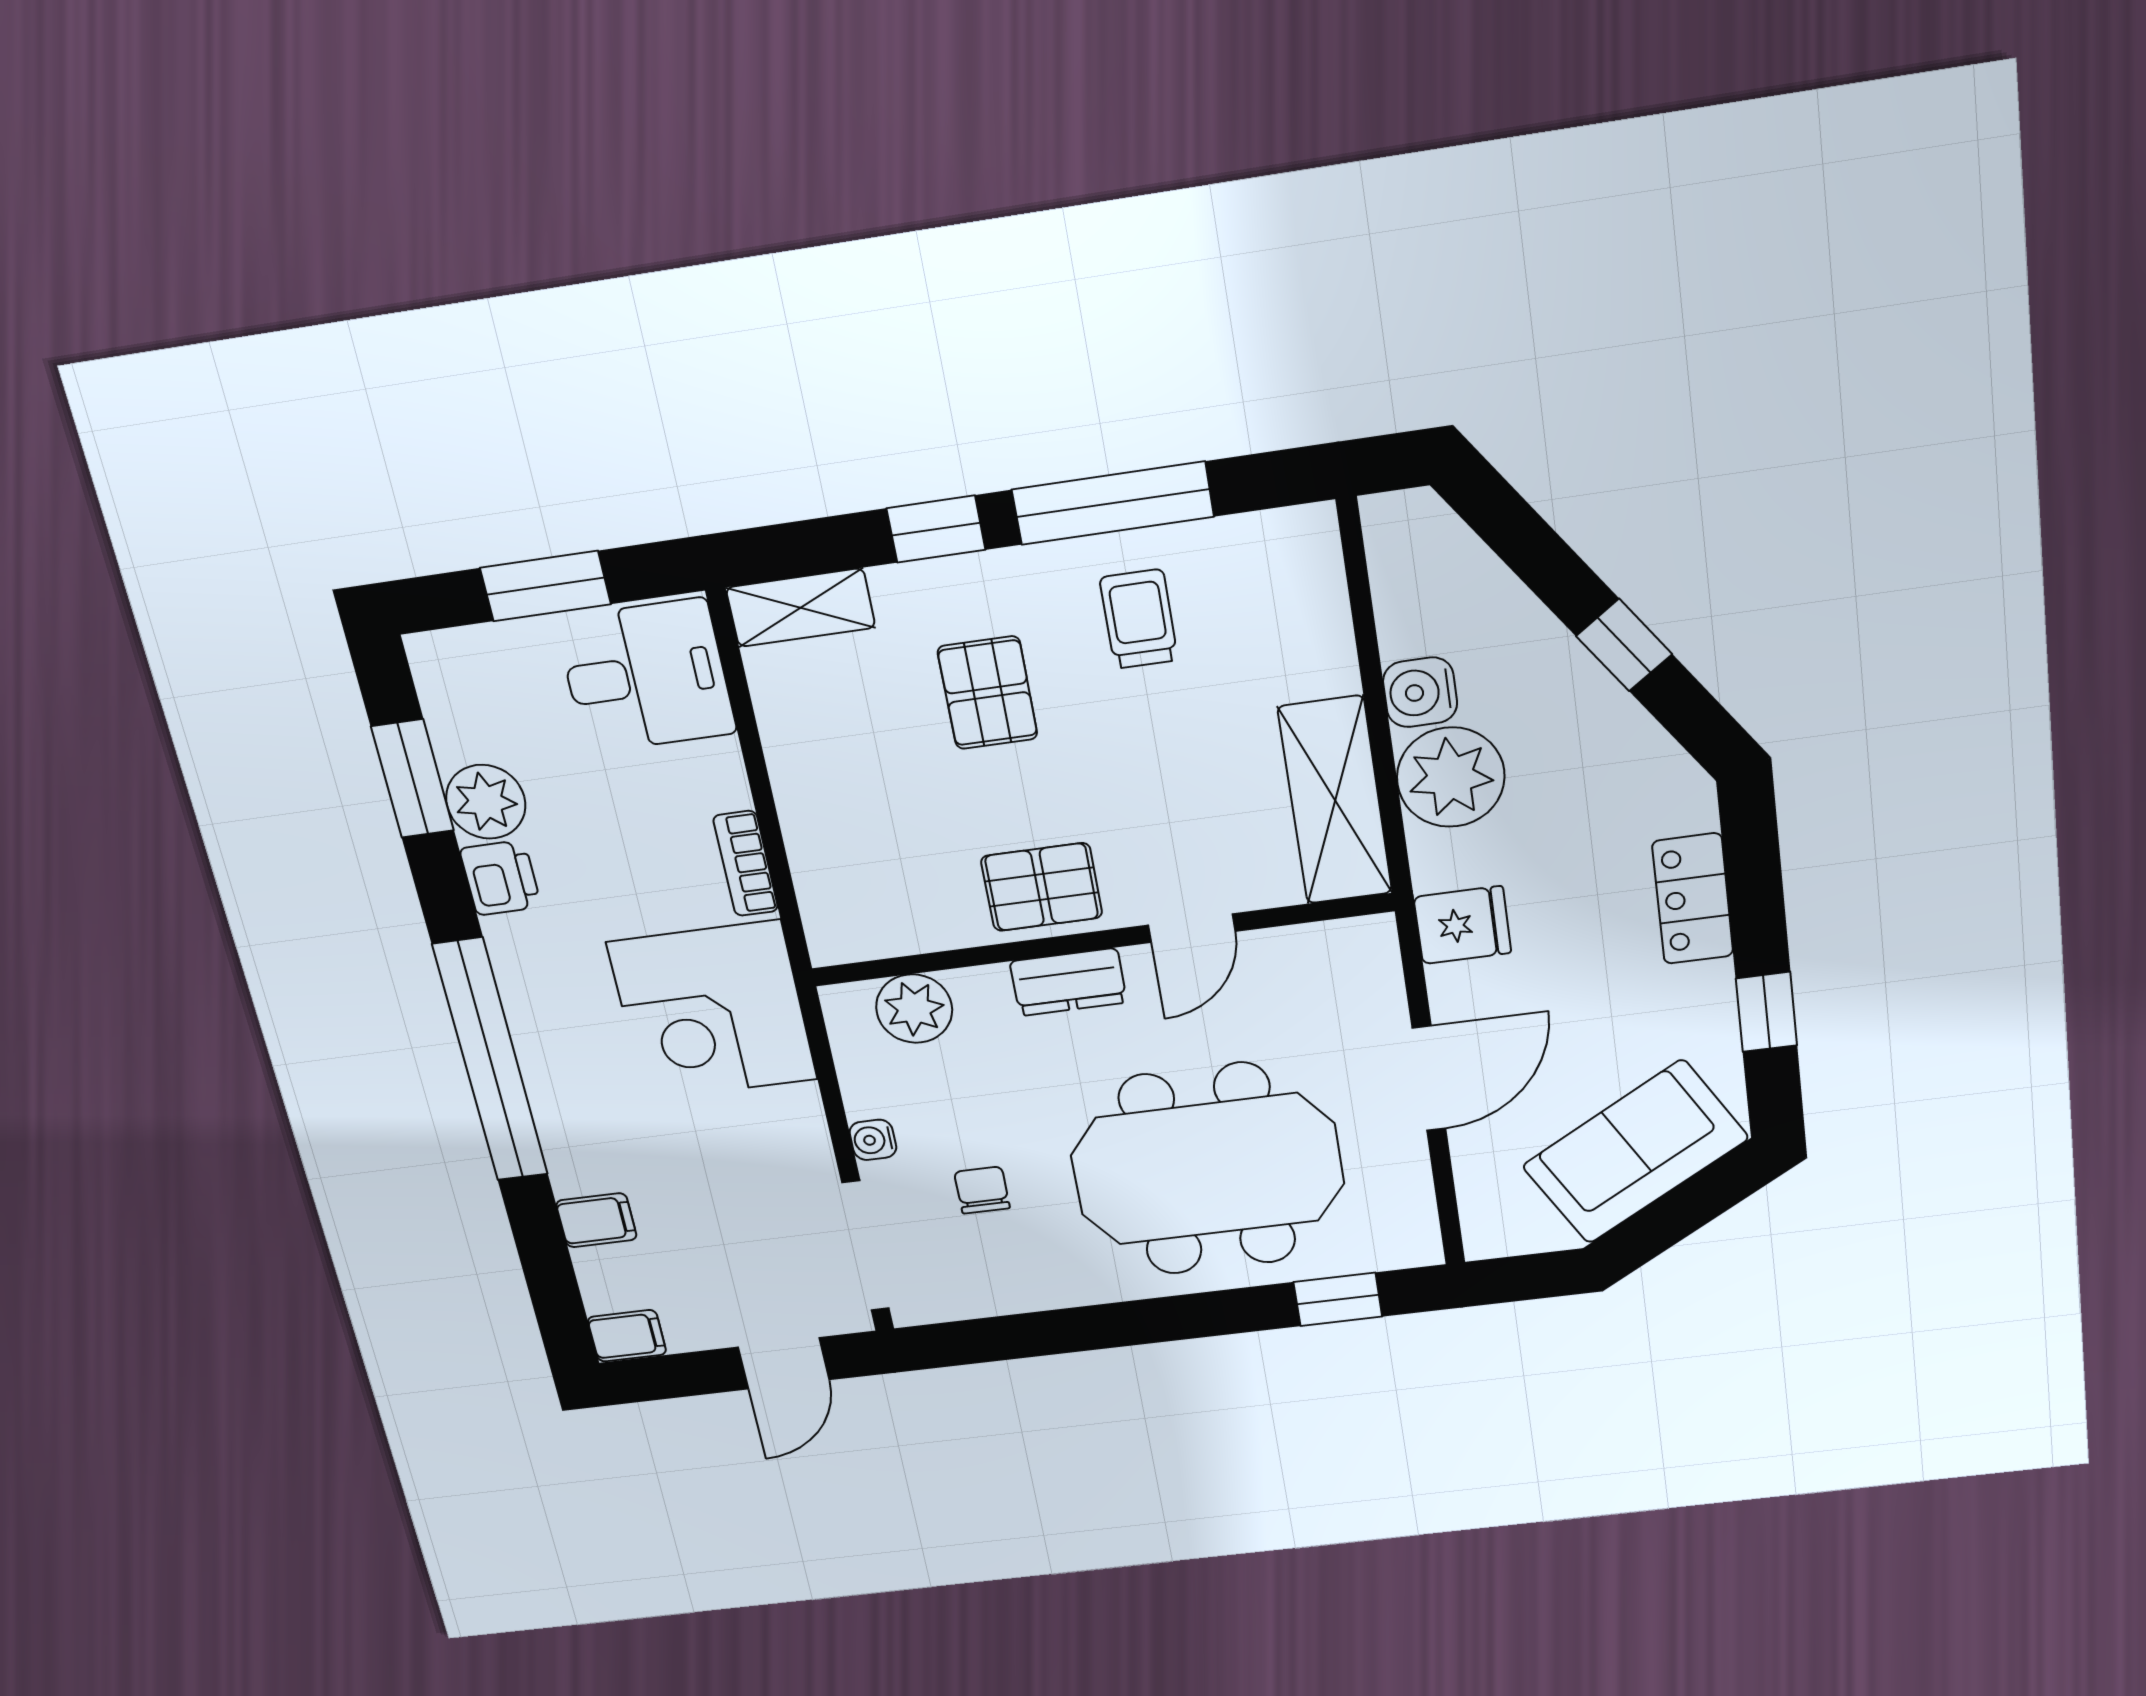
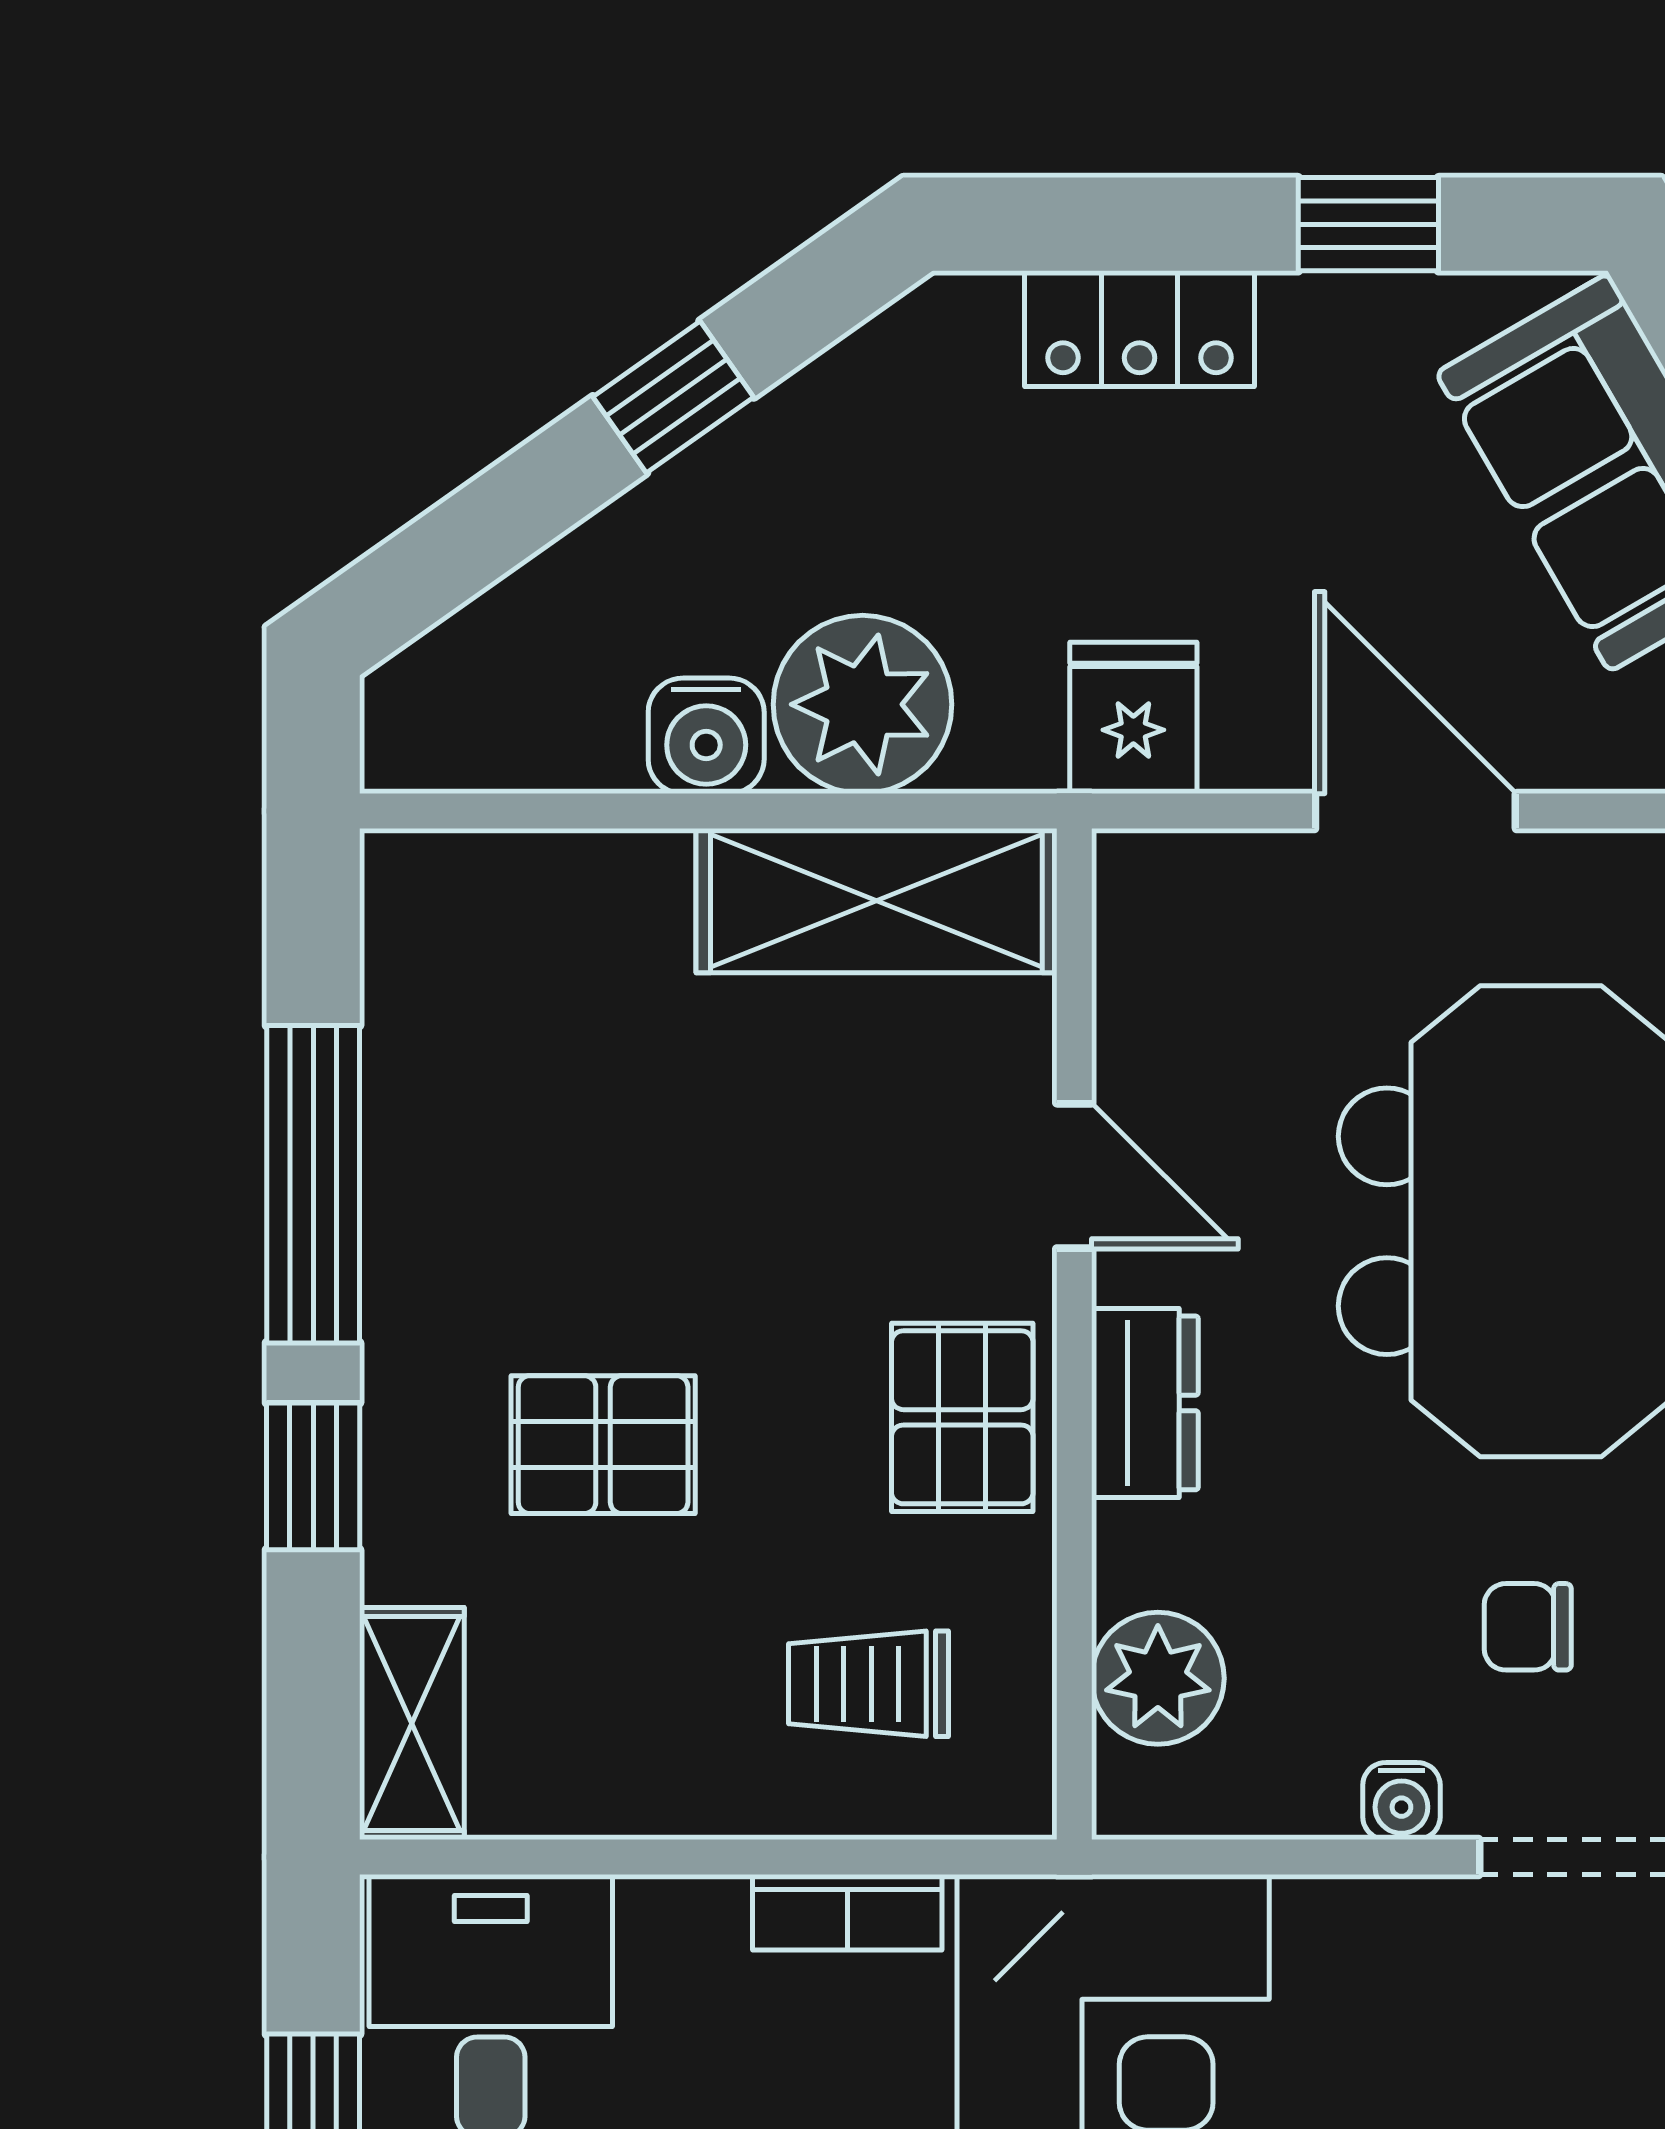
trolley: (1139, 619) -> (869, 1684), moved

